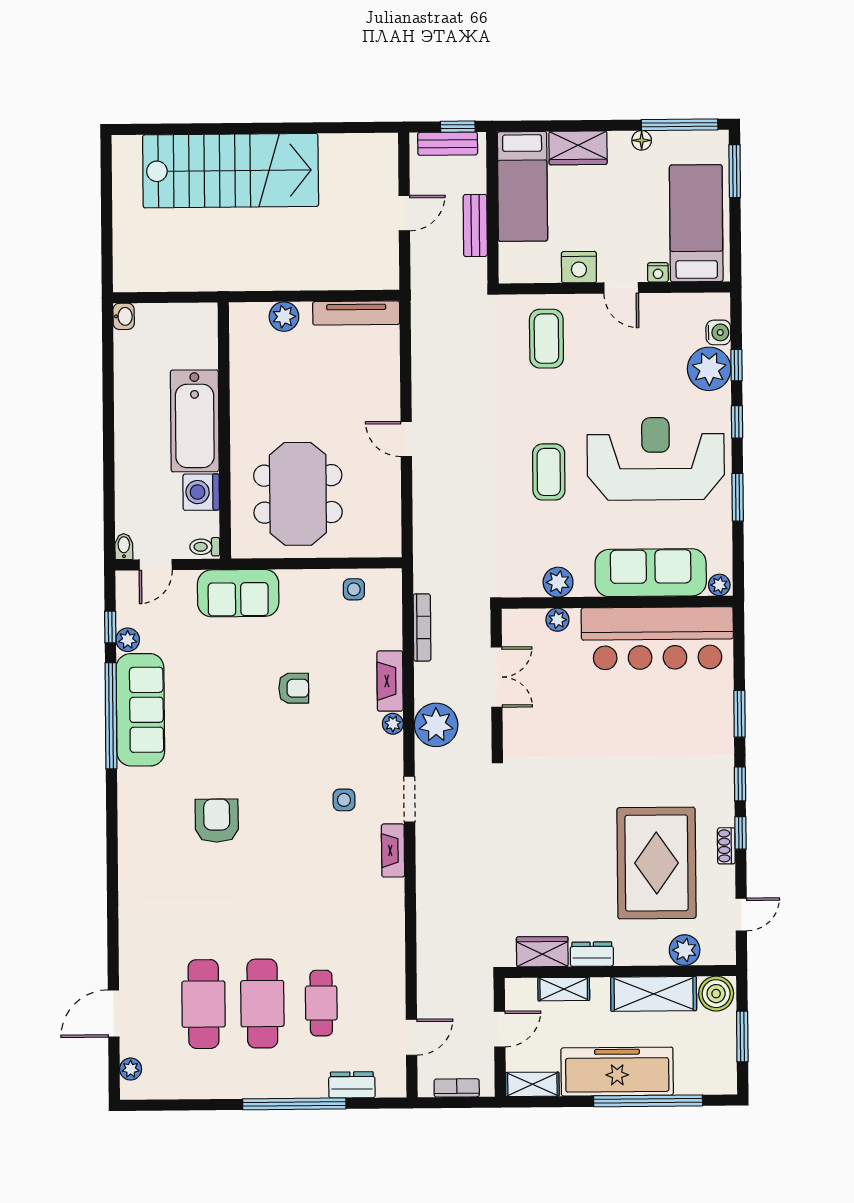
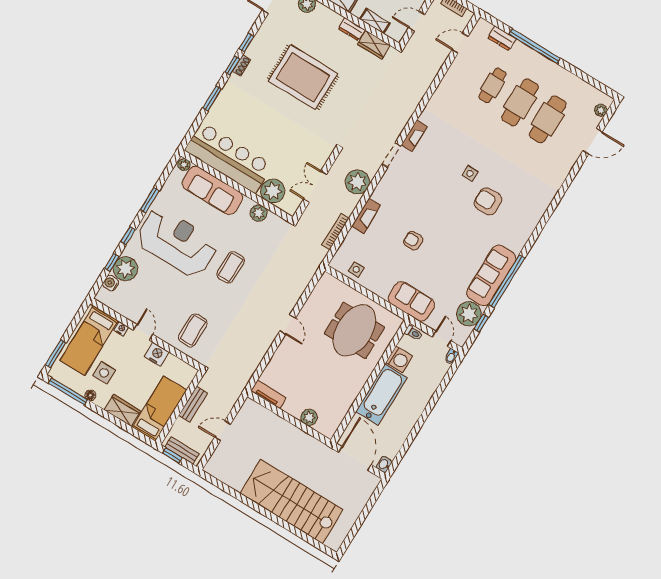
side table: (642, 188) -> (104, 373), added
door: (174, 297) -> (355, 458), added
tv unit: (356, 313) -> (268, 394), width x0.71
reception desk: (656, 459) -> (177, 242), turned 180
door: (156, 565) -> (442, 339), hinge flipped
plant: (557, 620) -> (273, 191), width x1.88, depth x1.88
plant: (128, 640) -> (469, 314), width x1.88, depth x1.88
plant: (393, 724) -> (377, 195), removed
side table: (344, 800) -> (470, 173), moved
armchair: (217, 821) -> (488, 201), turned 90
shoe rack: (726, 846) -> (242, 66), moved
rug: (656, 863) -> (303, 77), moved, turned 90

